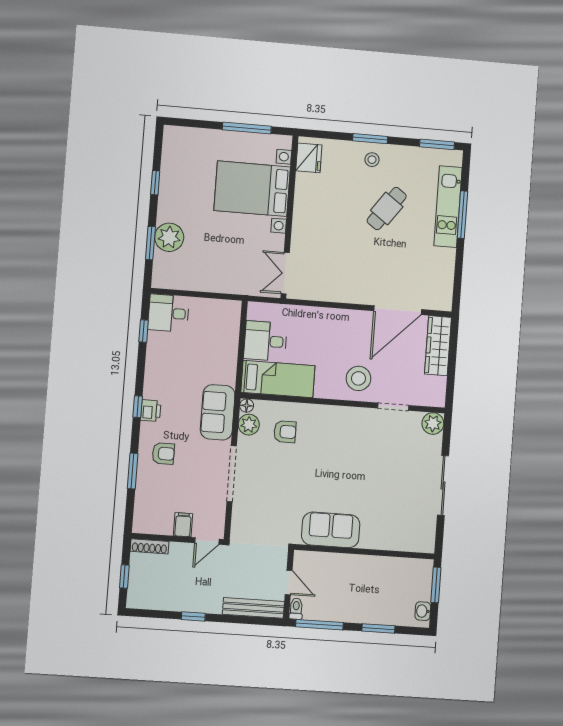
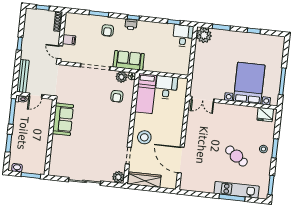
plant: (169, 237) -> (204, 35), moved
double door: (285, 273) -> (203, 99), swing flipped
wardrobe: (438, 346) -> (144, 180), moved

